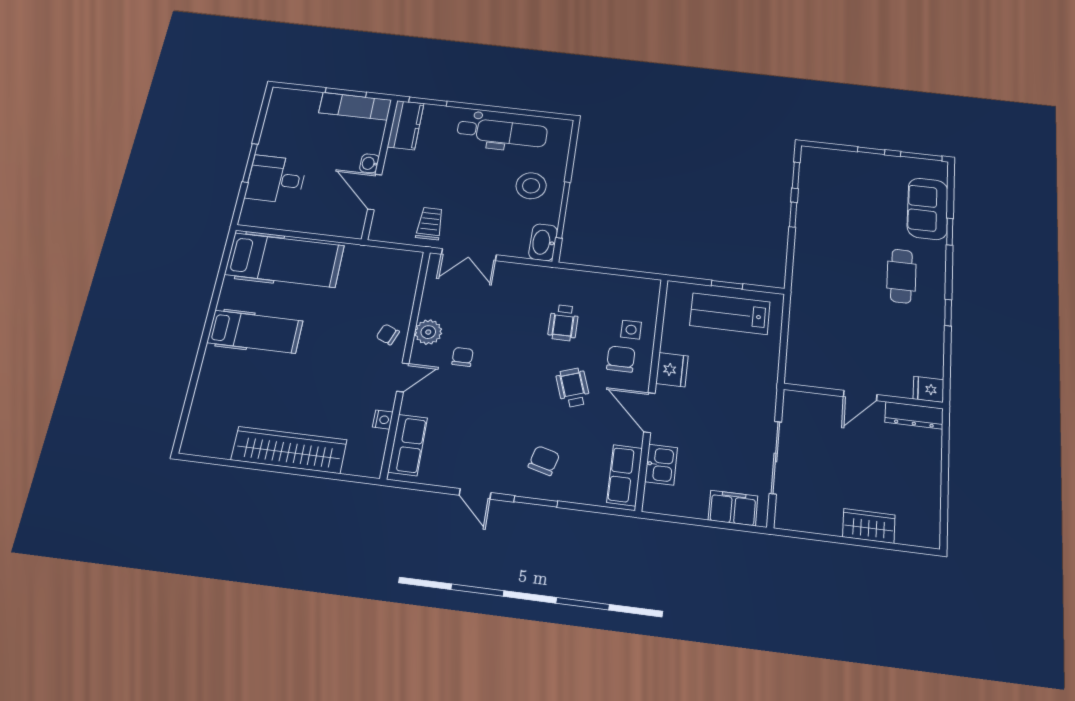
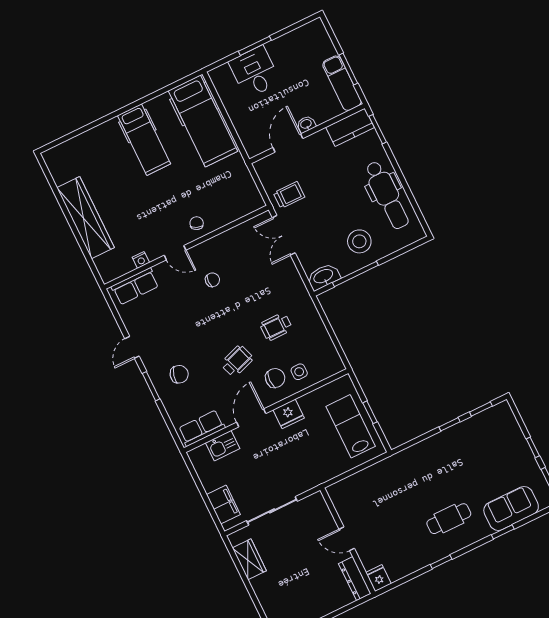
plant: (428, 332) -> (215, 247), removed
wardrobe: (869, 526) -> (249, 559), moved

